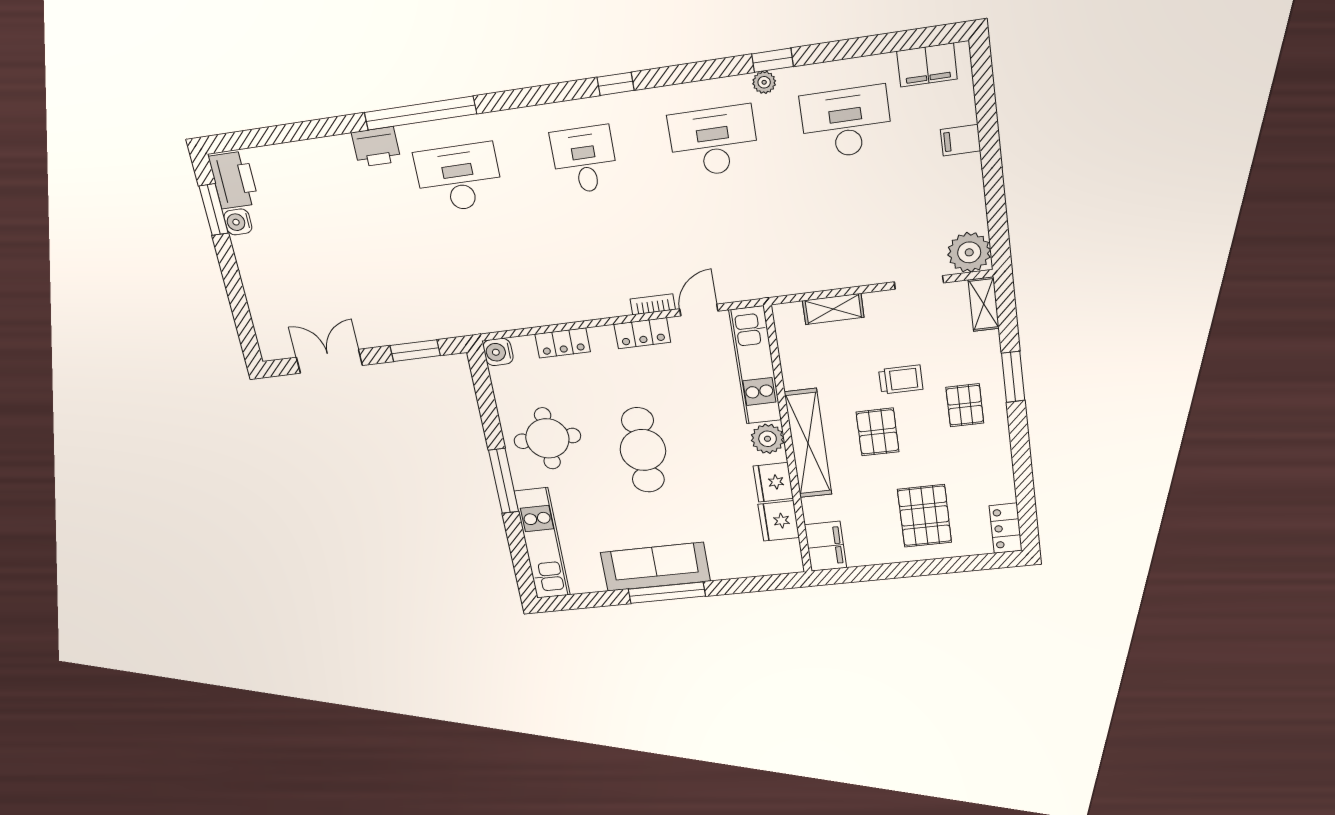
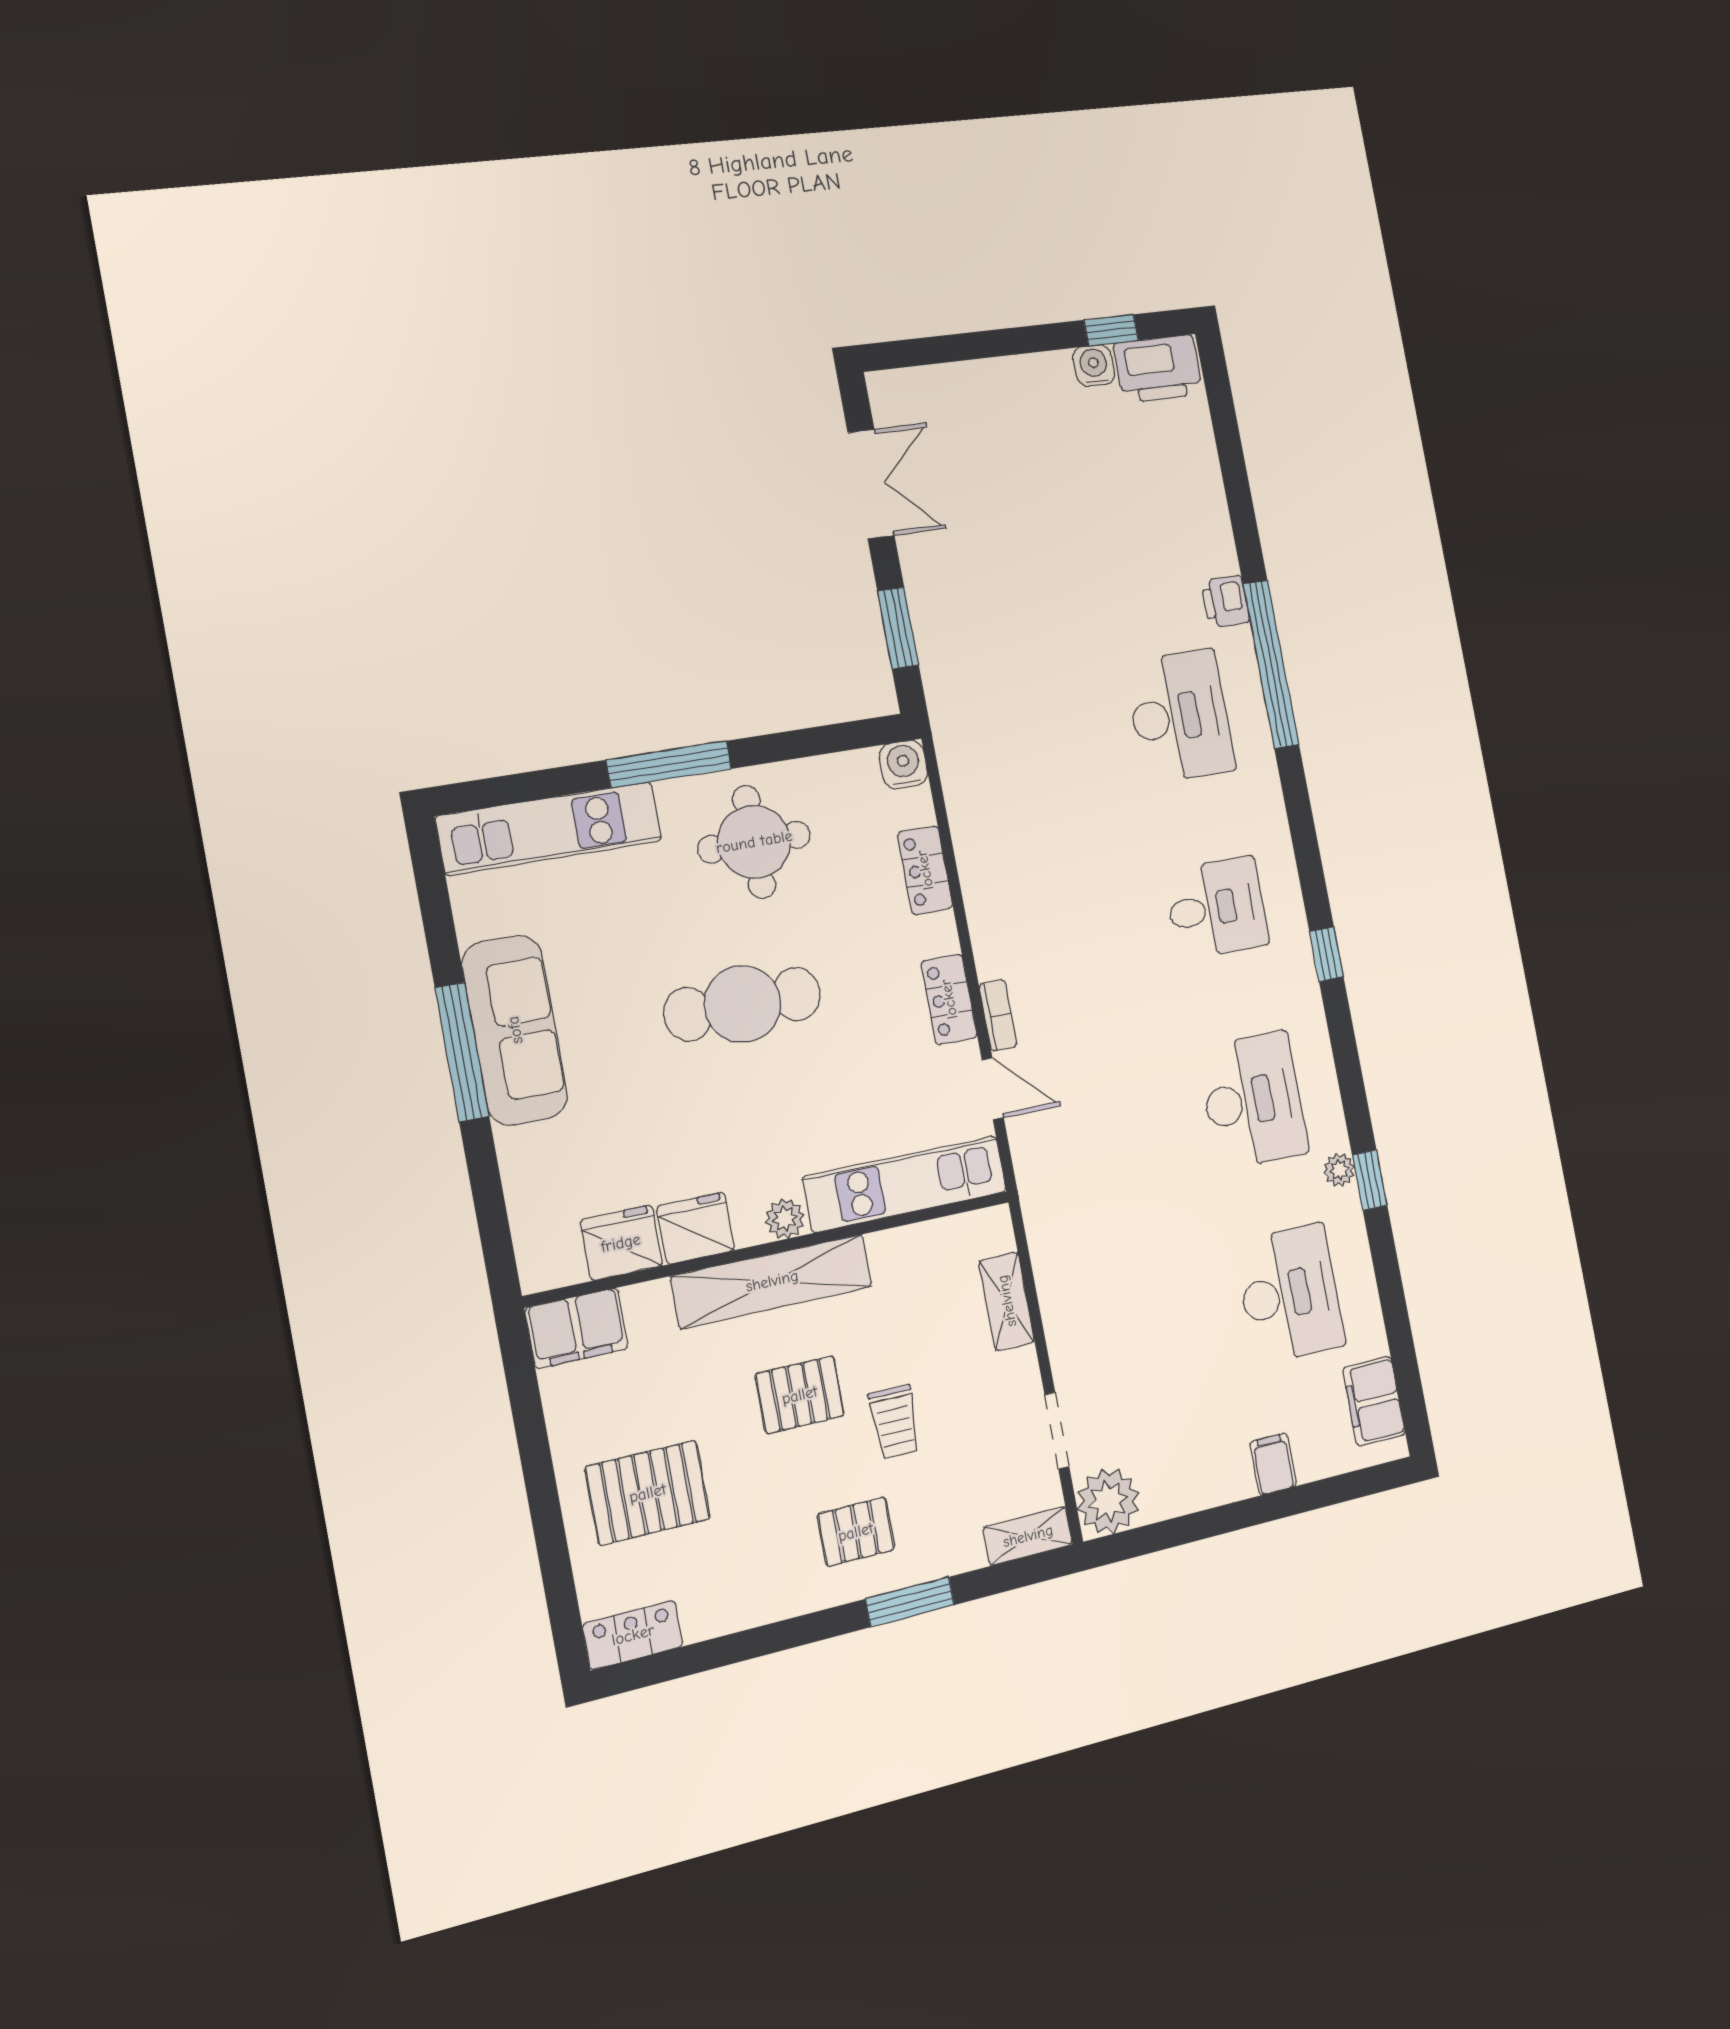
printer: (376, 147) -> (1225, 601), width x0.73, depth x0.81
window: (214, 210) -> (1111, 330), width x0.67
plant: (768, 439) -> (785, 1219), width x0.73, depth x0.73

